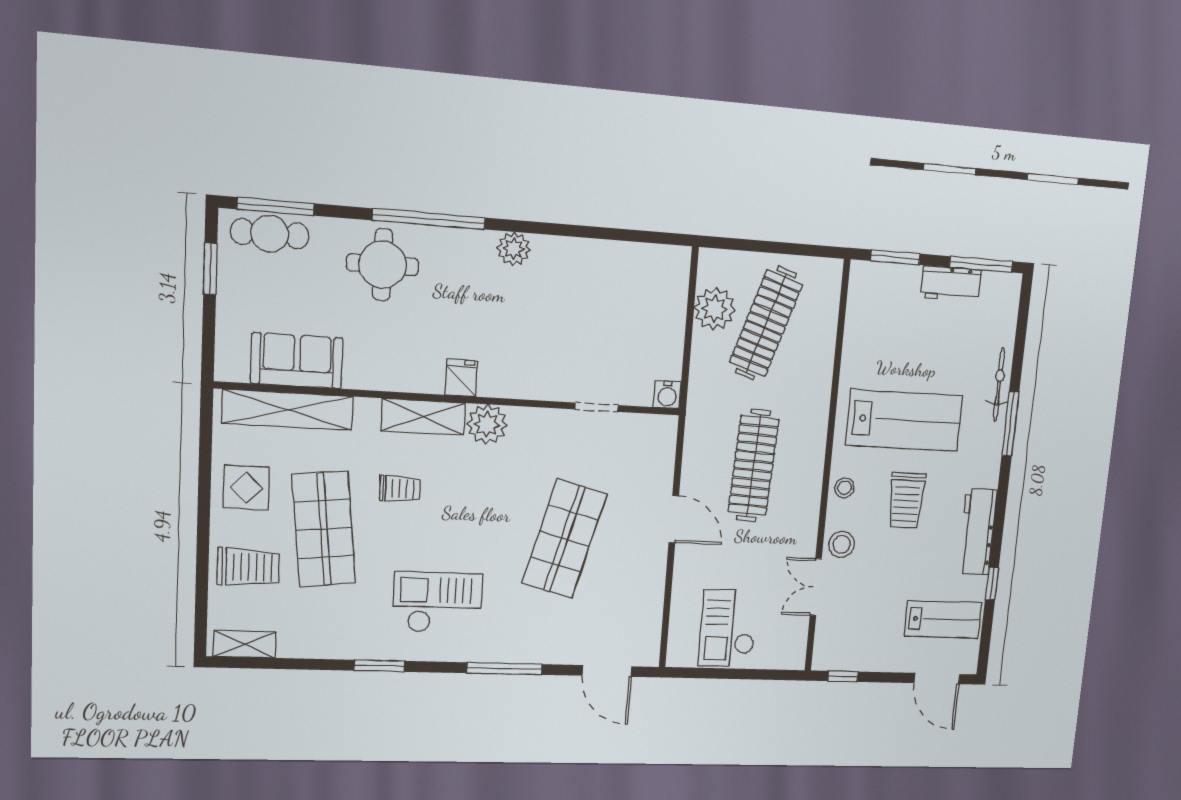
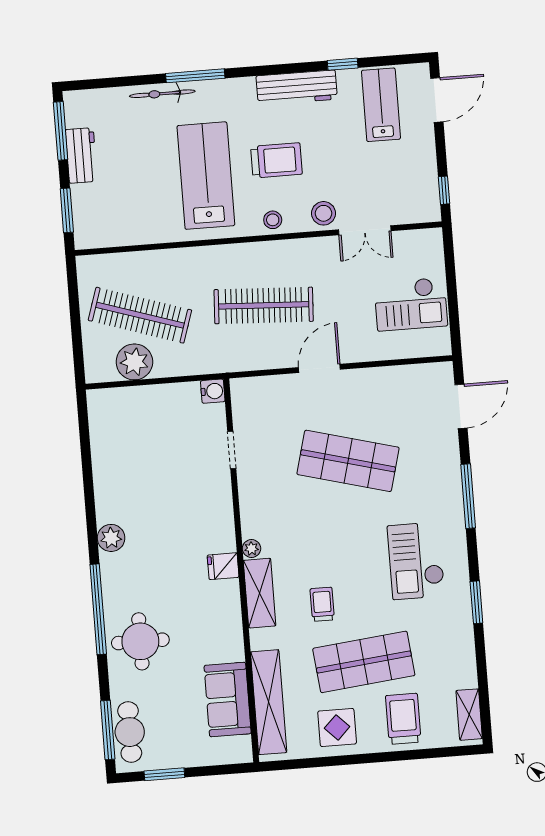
plant: (487, 424) -> (252, 549), width x0.53, depth x0.53

